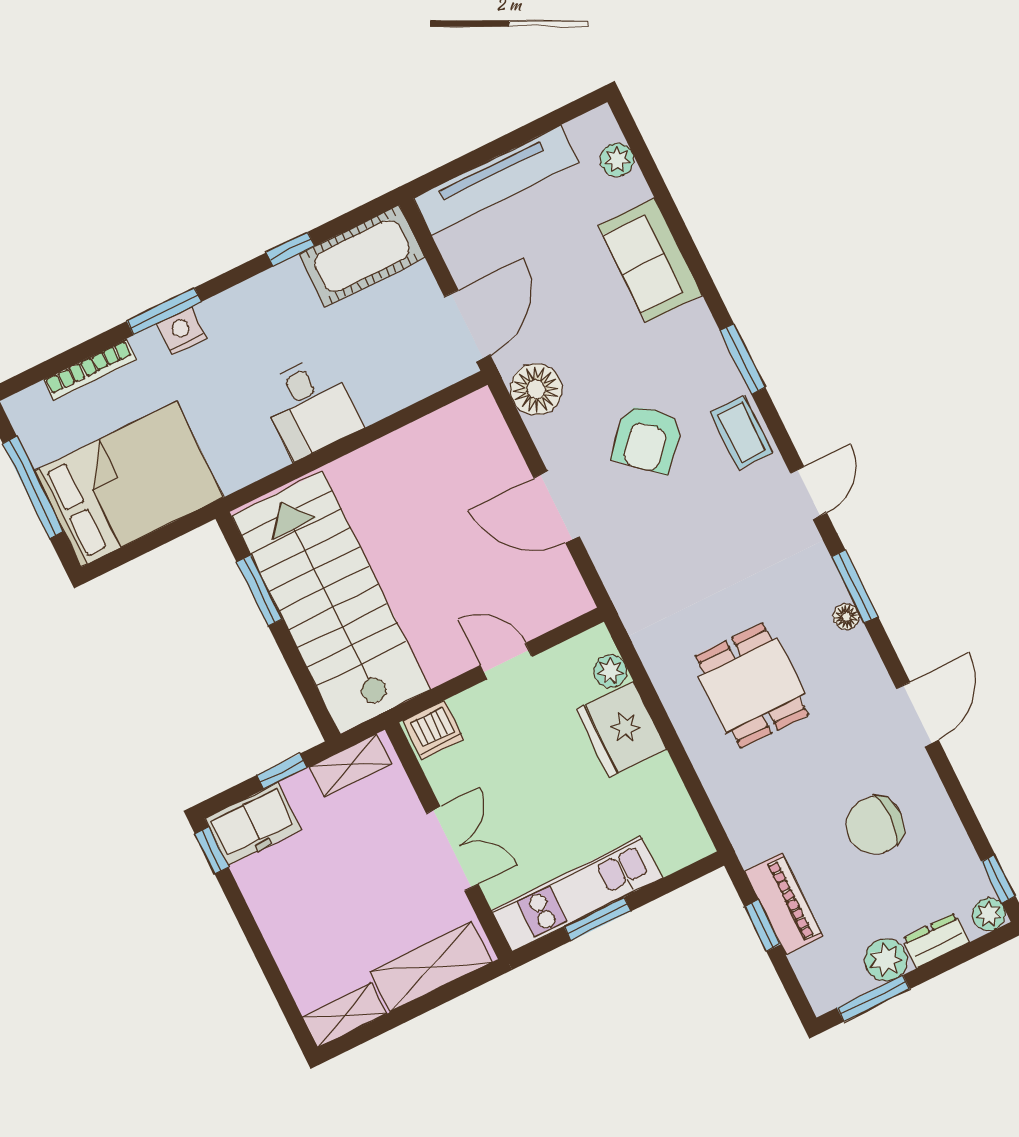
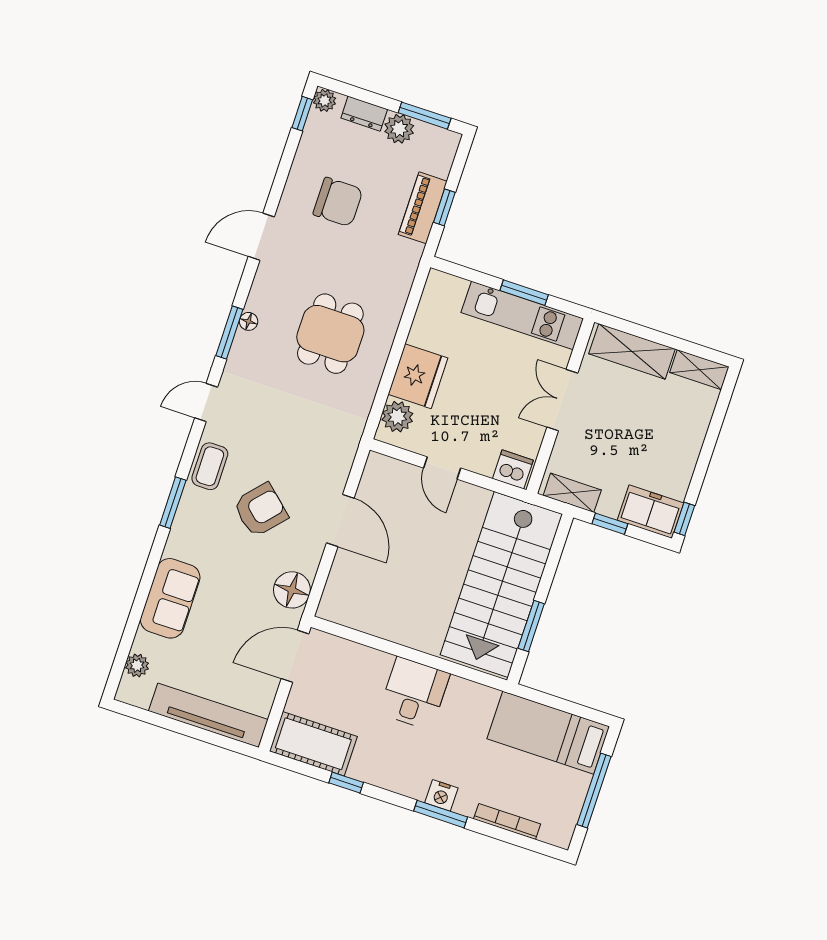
bed: (129, 484) -> (548, 733), width x0.67
plant: (610, 671) -> (397, 417), width x1.38, depth x1.38

